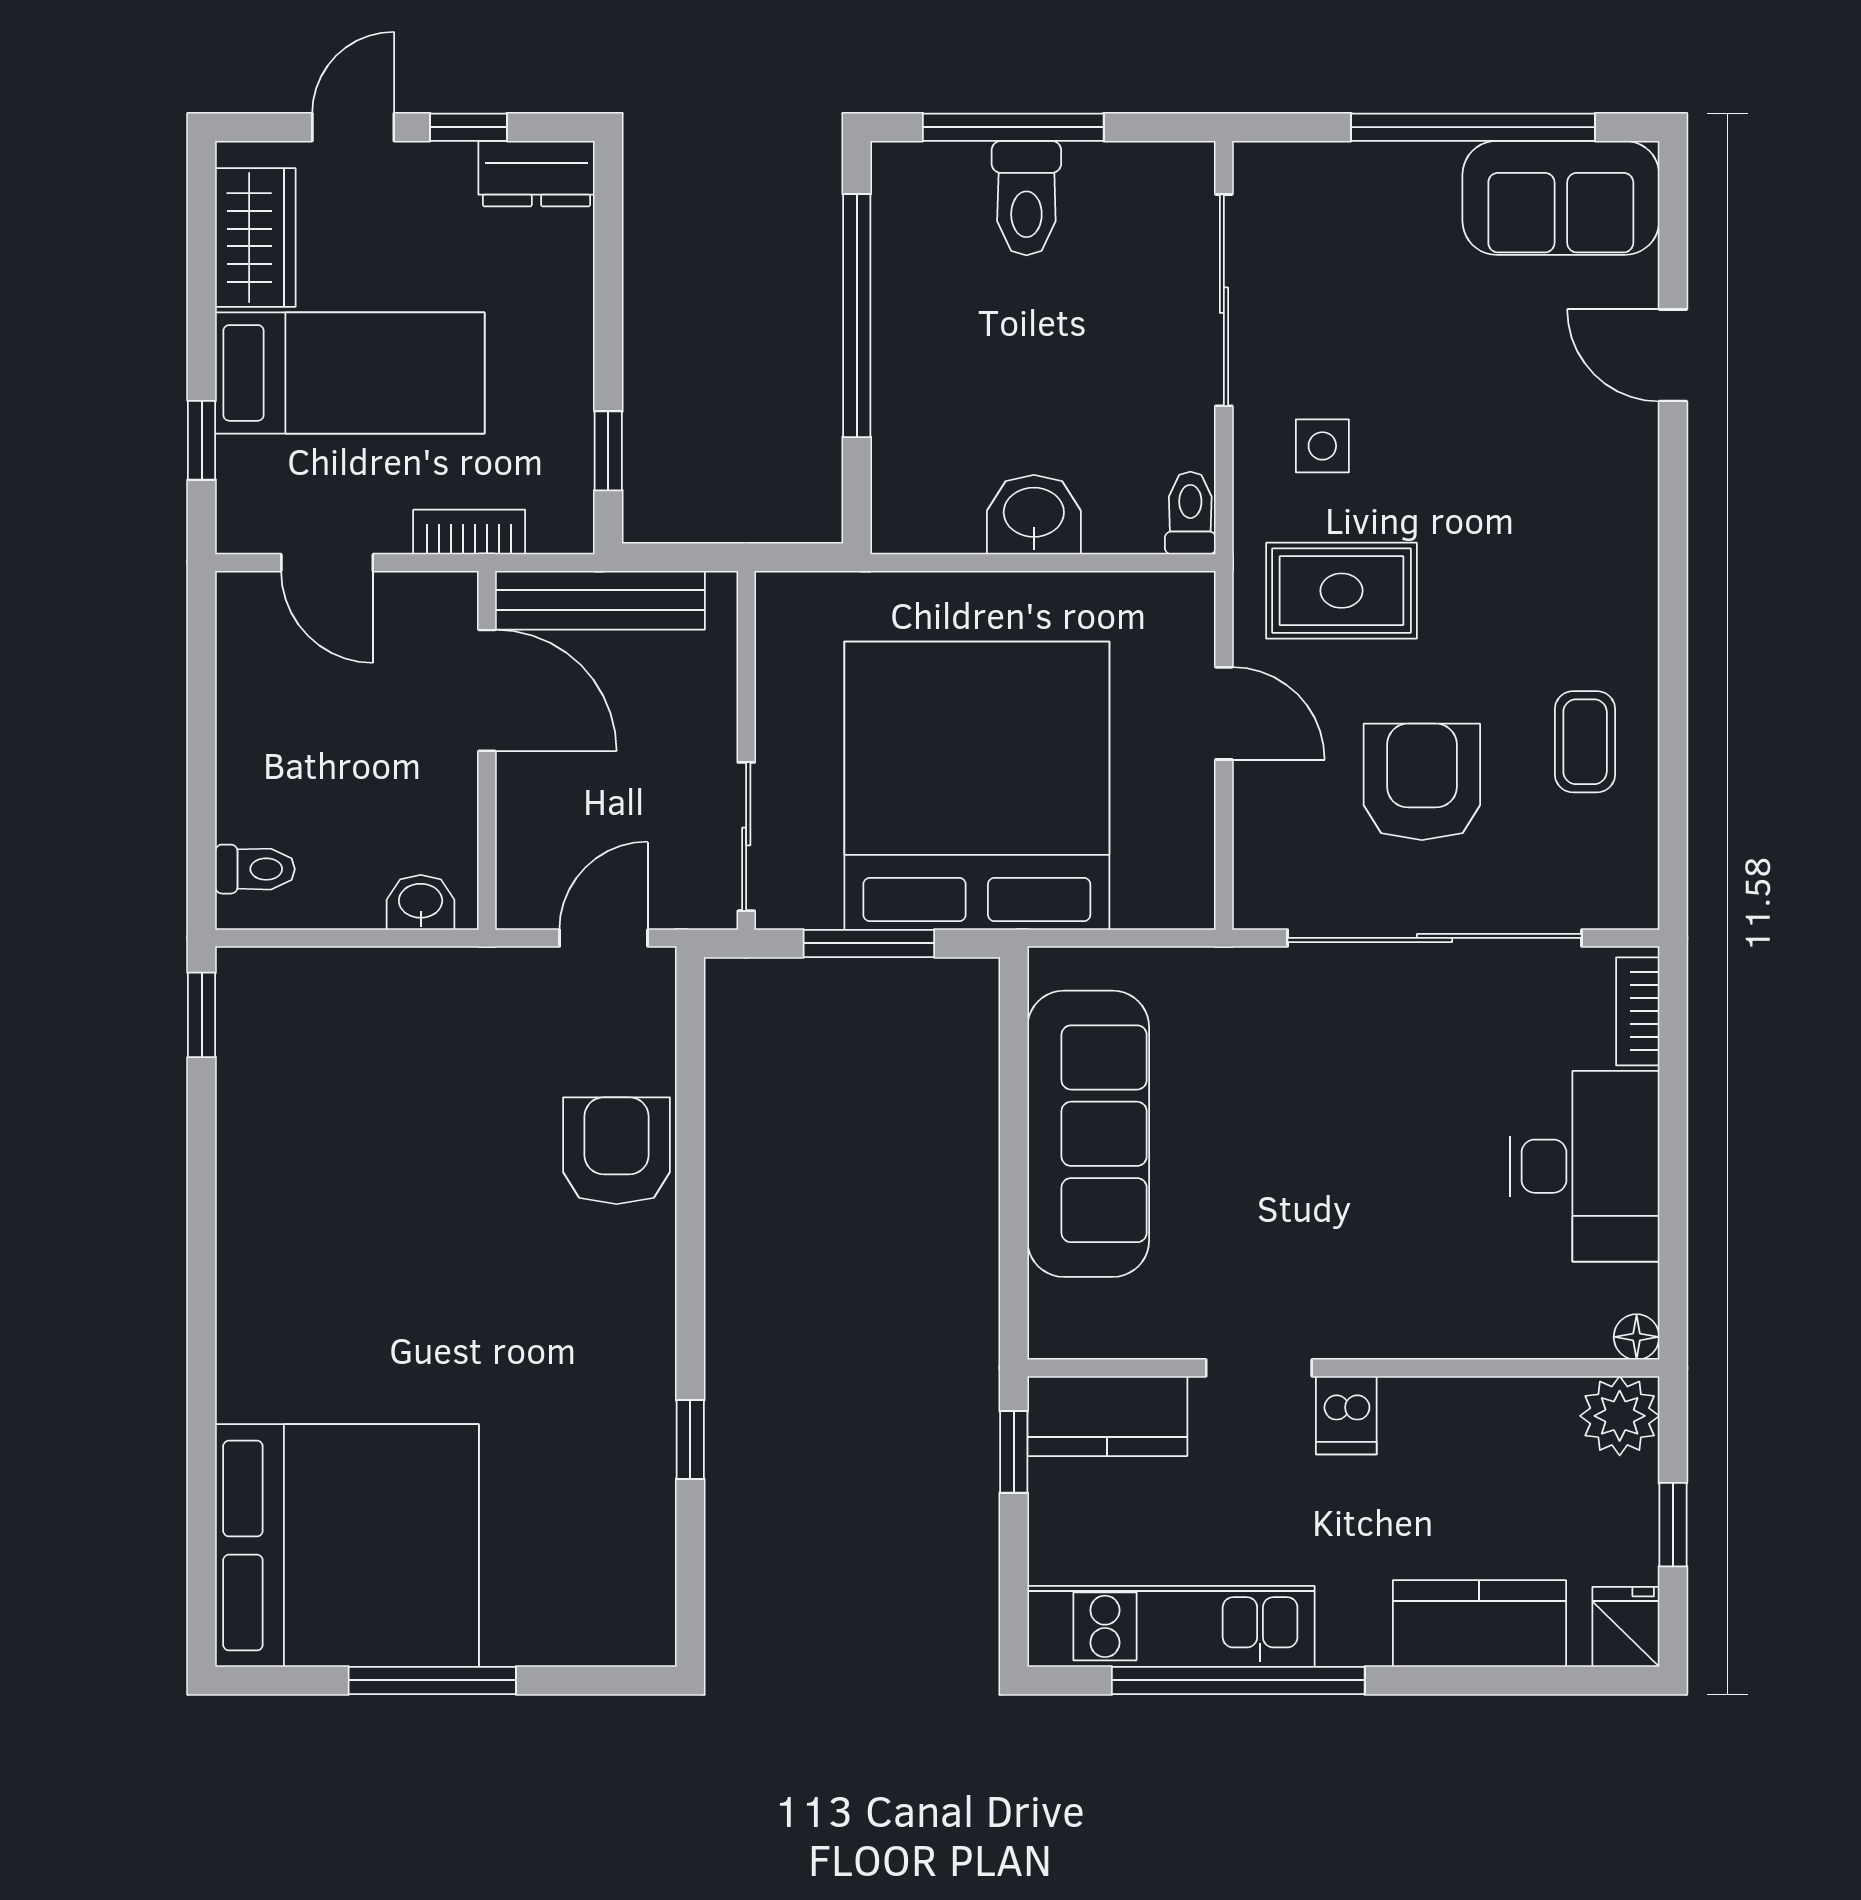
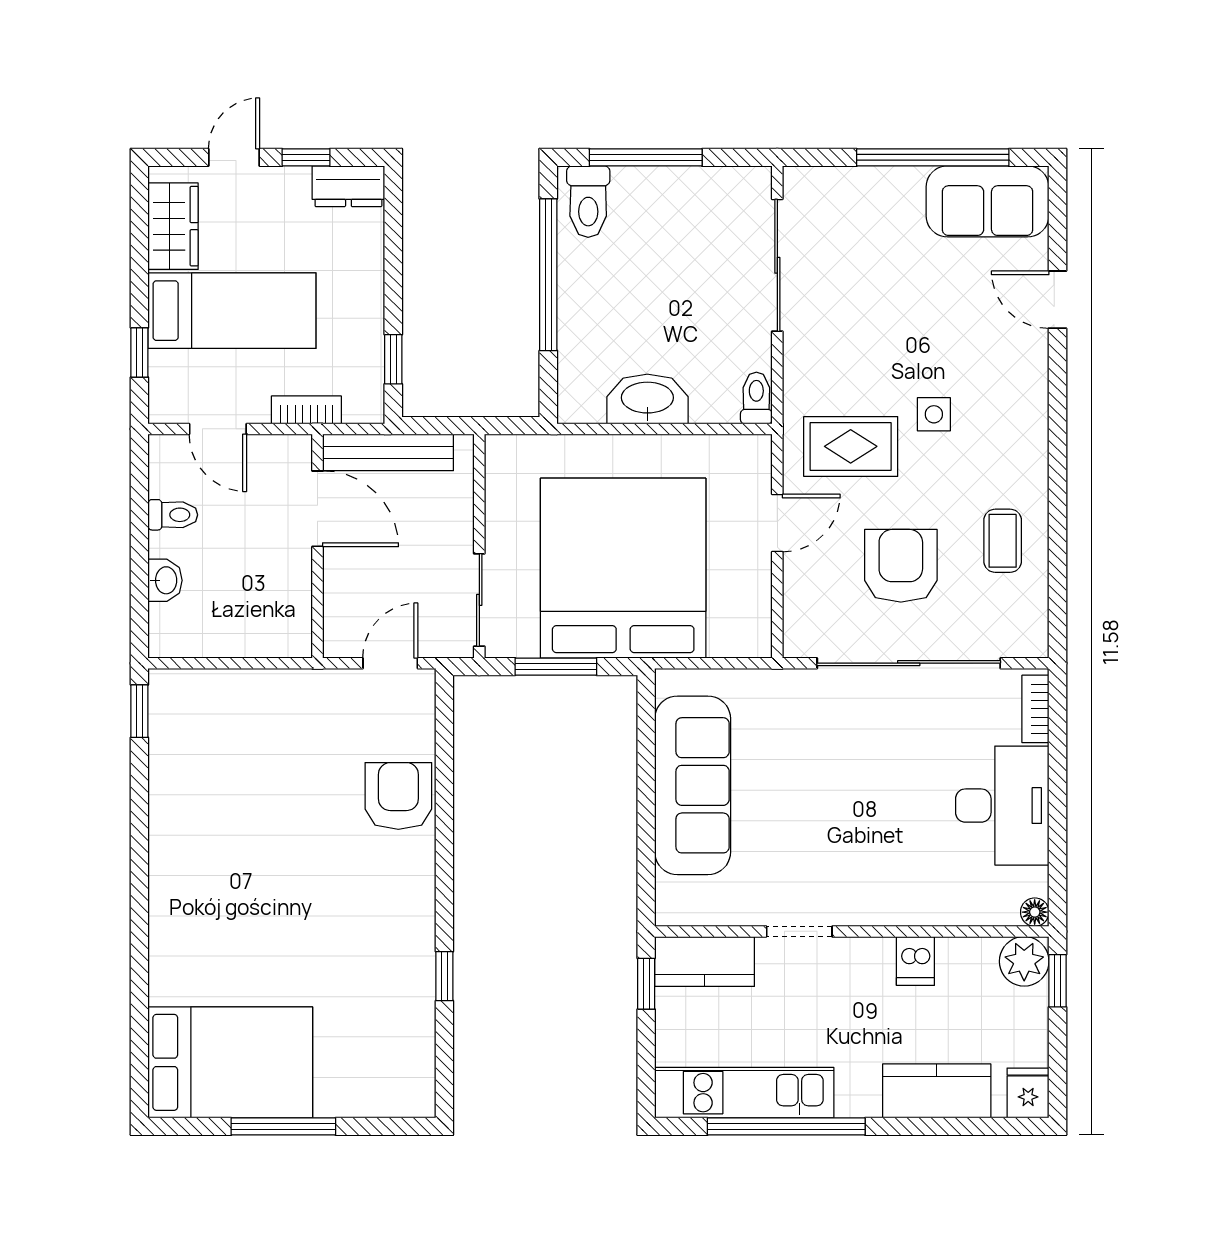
toilet: (1026, 198) -> (588, 202), moved
side table: (1322, 446) -> (934, 414), moved
washbasin: (1034, 515) -> (647, 399), width x1.38
door: (1224, 713) -> (777, 523), hinge flipped
toilet: (255, 869) -> (173, 515), moved
washbasin: (421, 902) -> (165, 580), moved, turned 90
dishwasher: (1346, 1415) -> (915, 961), moved
window: (1673, 1525) -> (1057, 981), moved
bed: (347, 1546) -> (230, 1062), width x0.73

